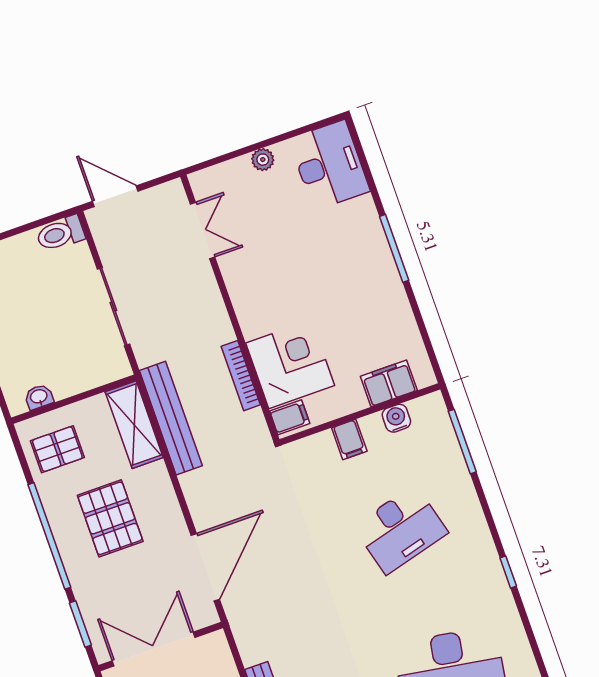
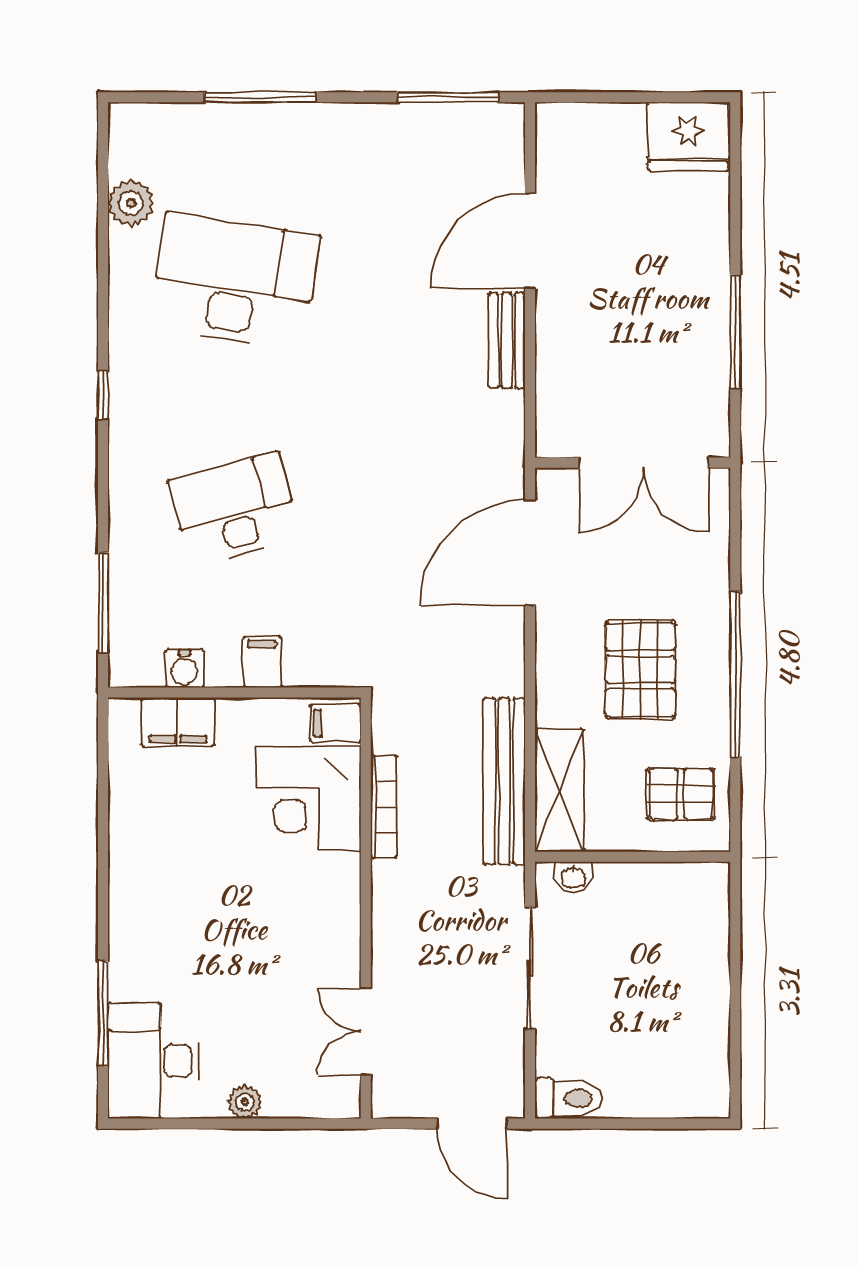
window: (394, 248) -> (103, 1013), moved
washbasin: (39, 397) -> (573, 877), moved
window: (80, 624) -> (735, 535), removed

